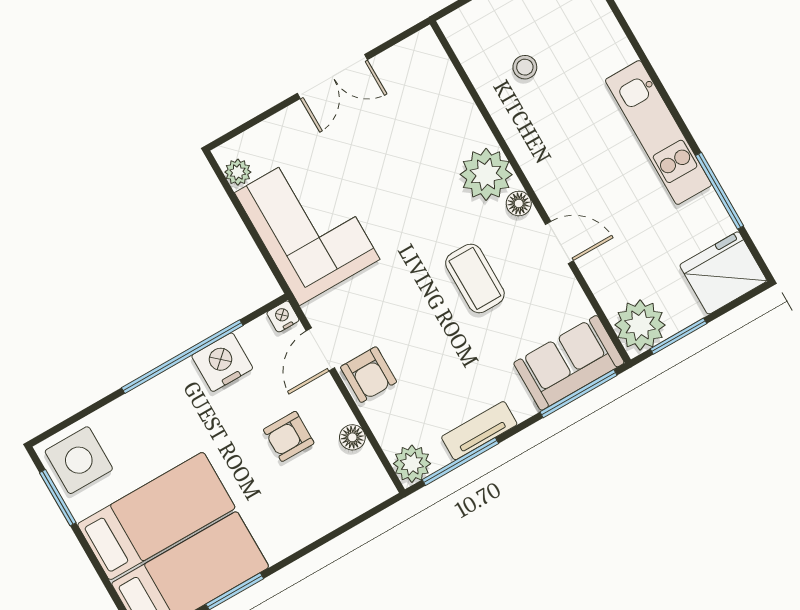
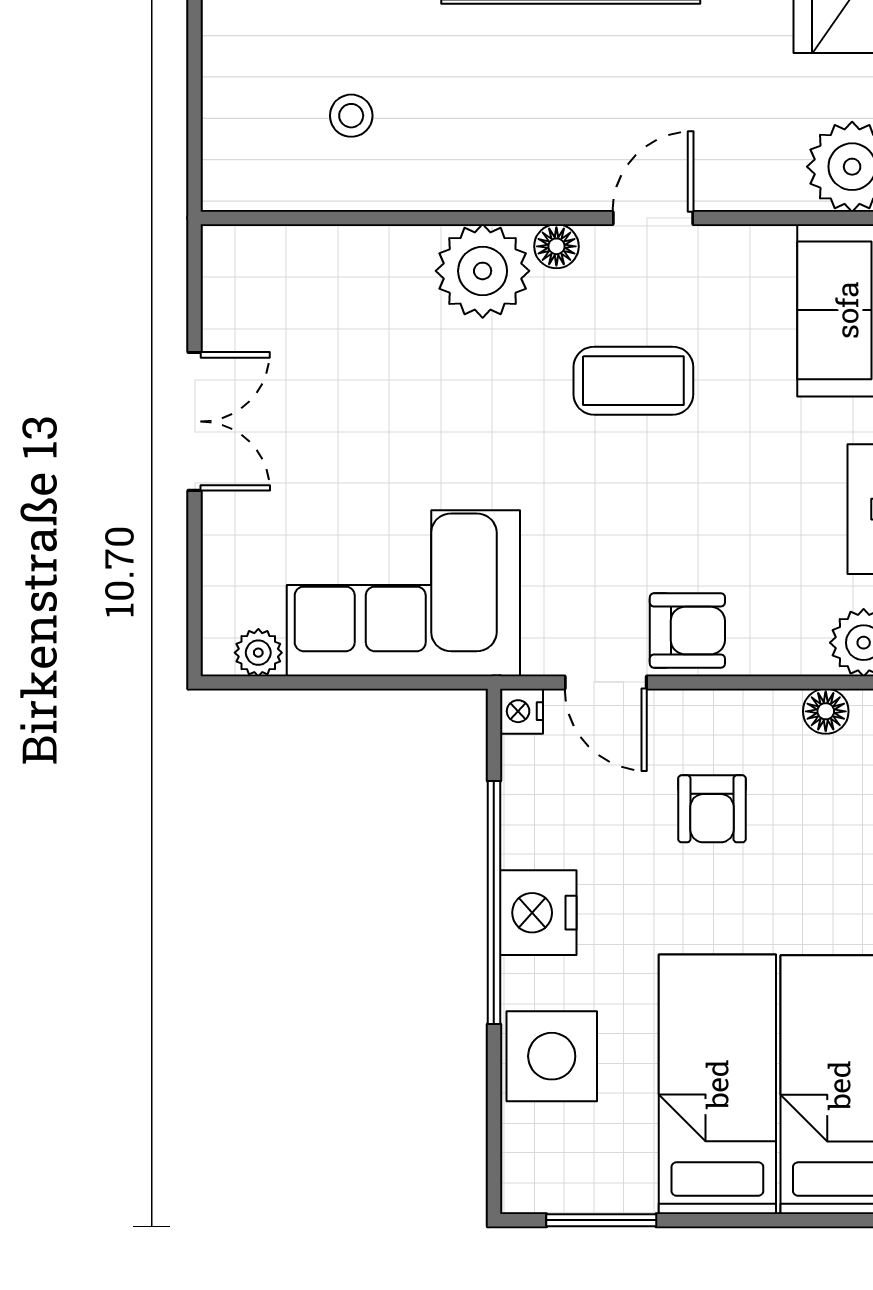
nightstand: (222, 362) -> (538, 913), moved
floor lamp: (352, 437) -> (826, 711), moved
side table: (79, 460) -> (552, 1056), moved

